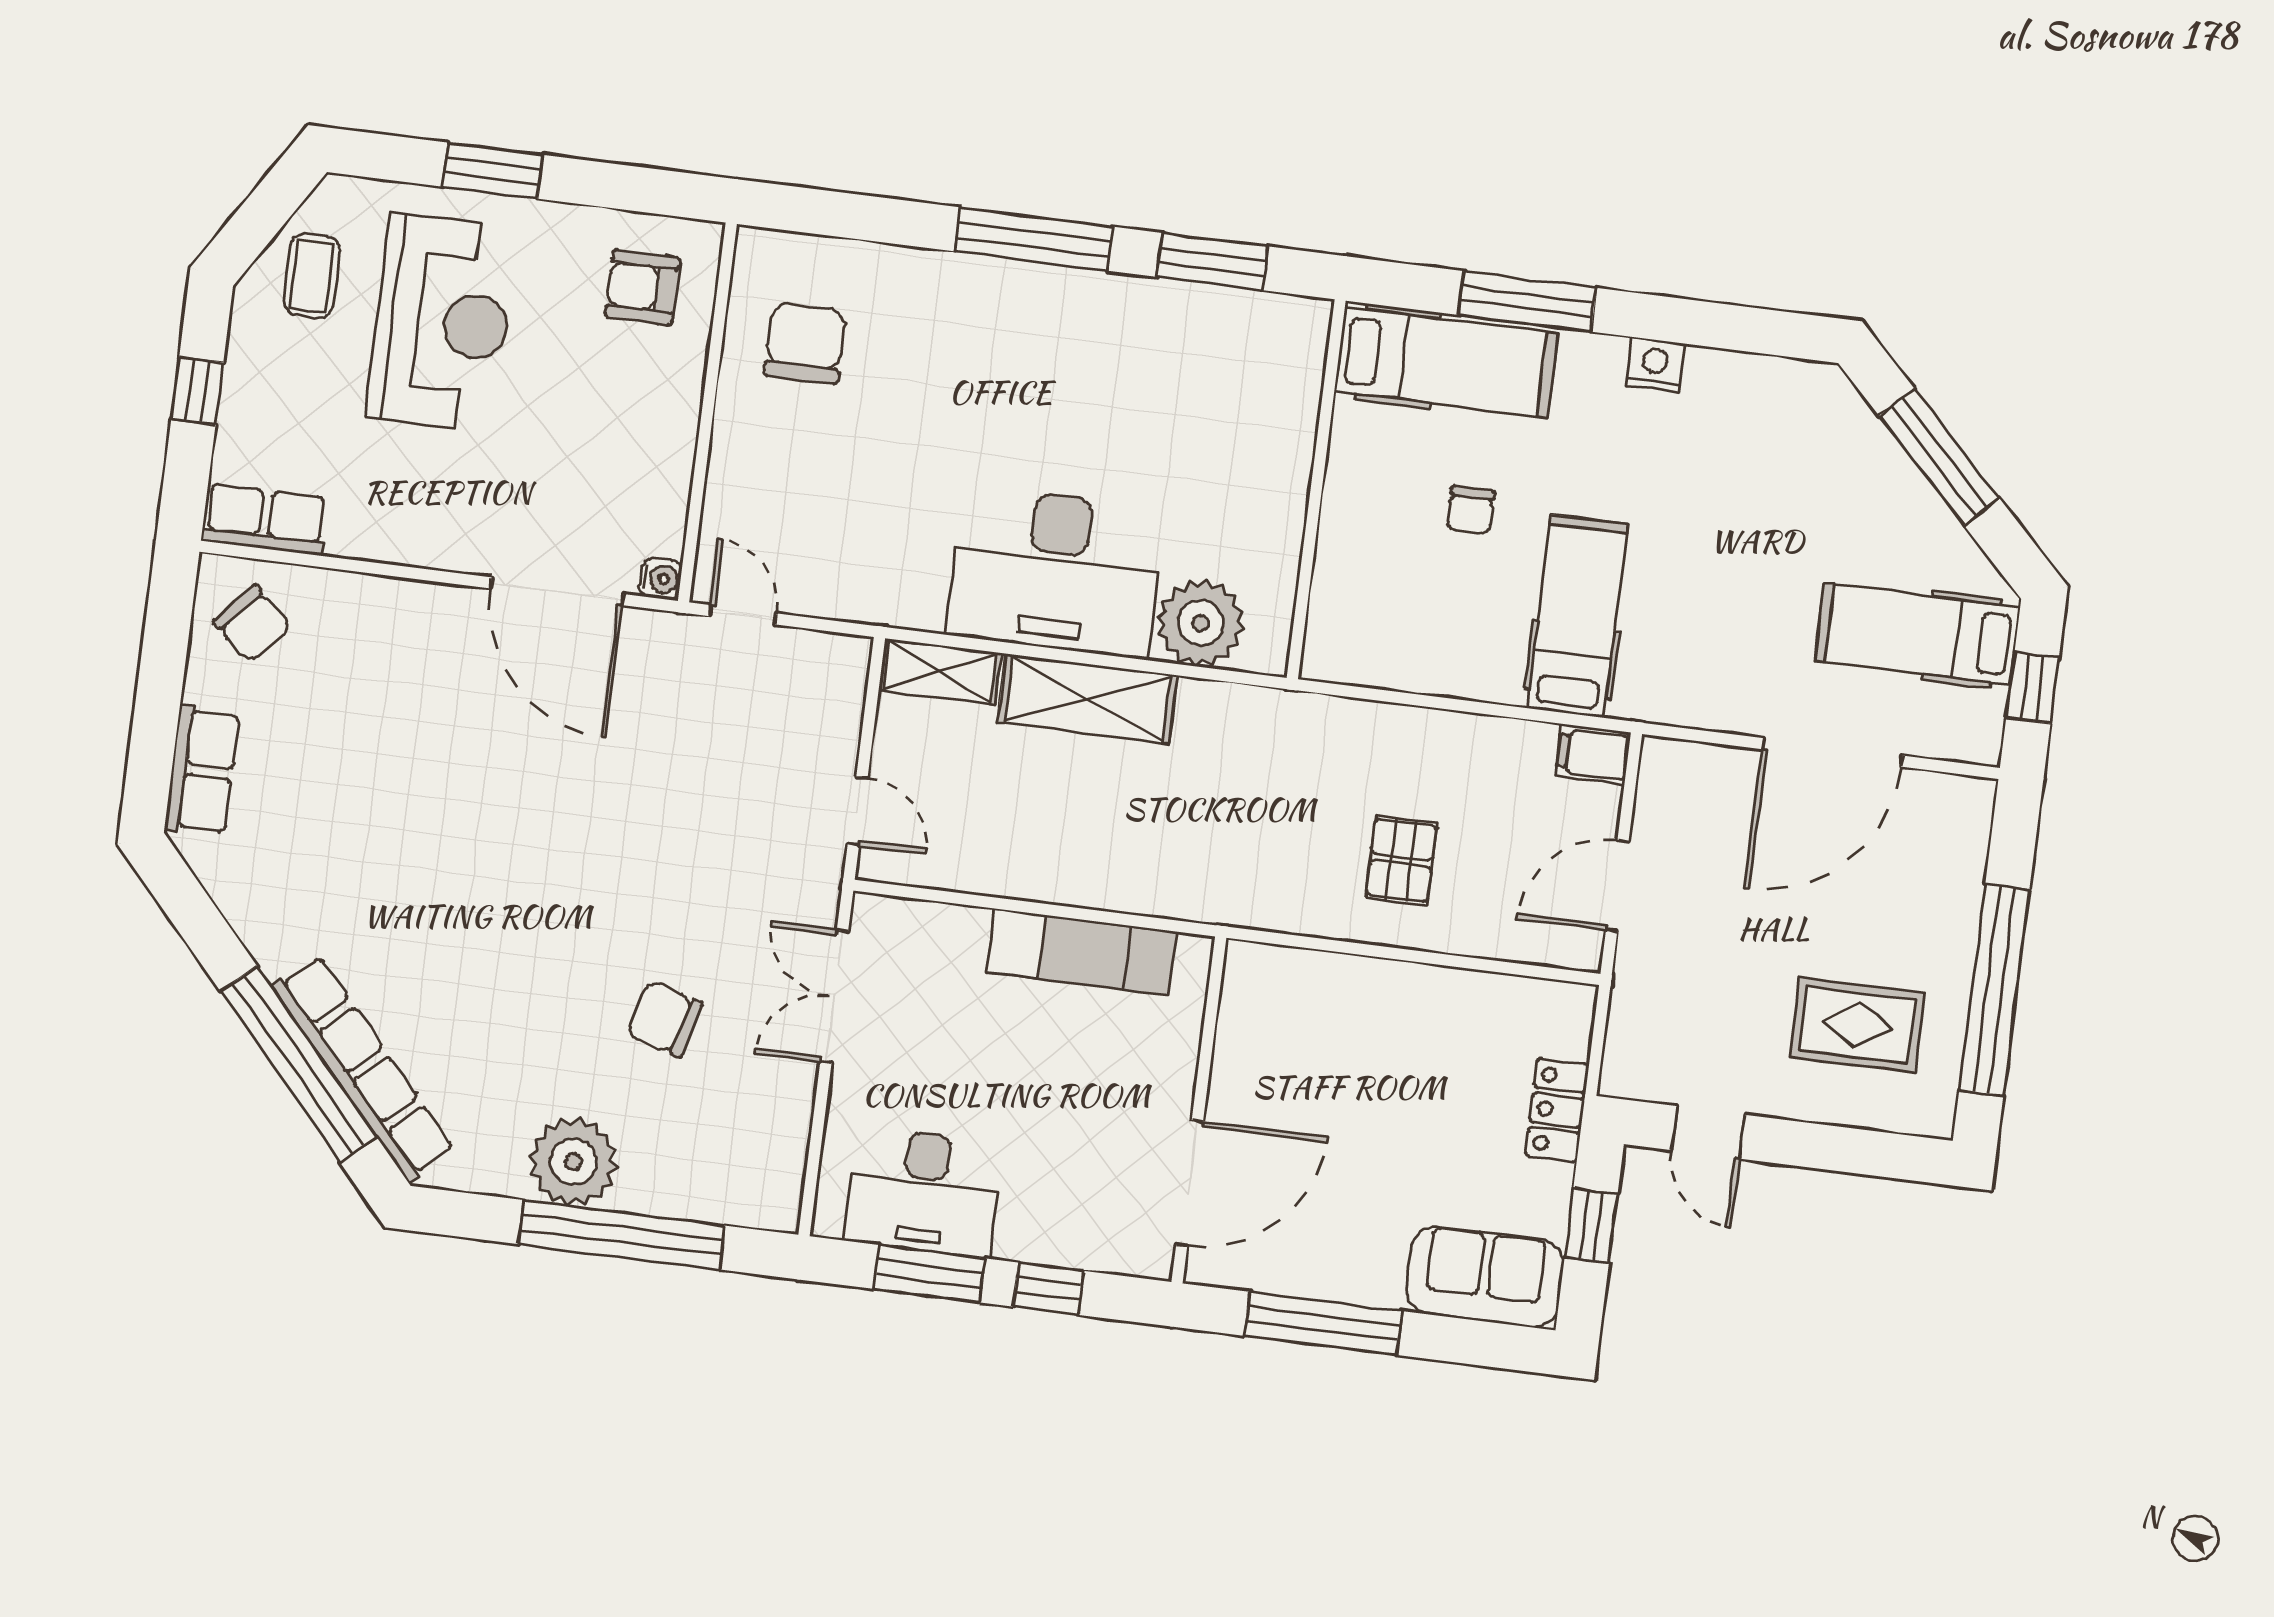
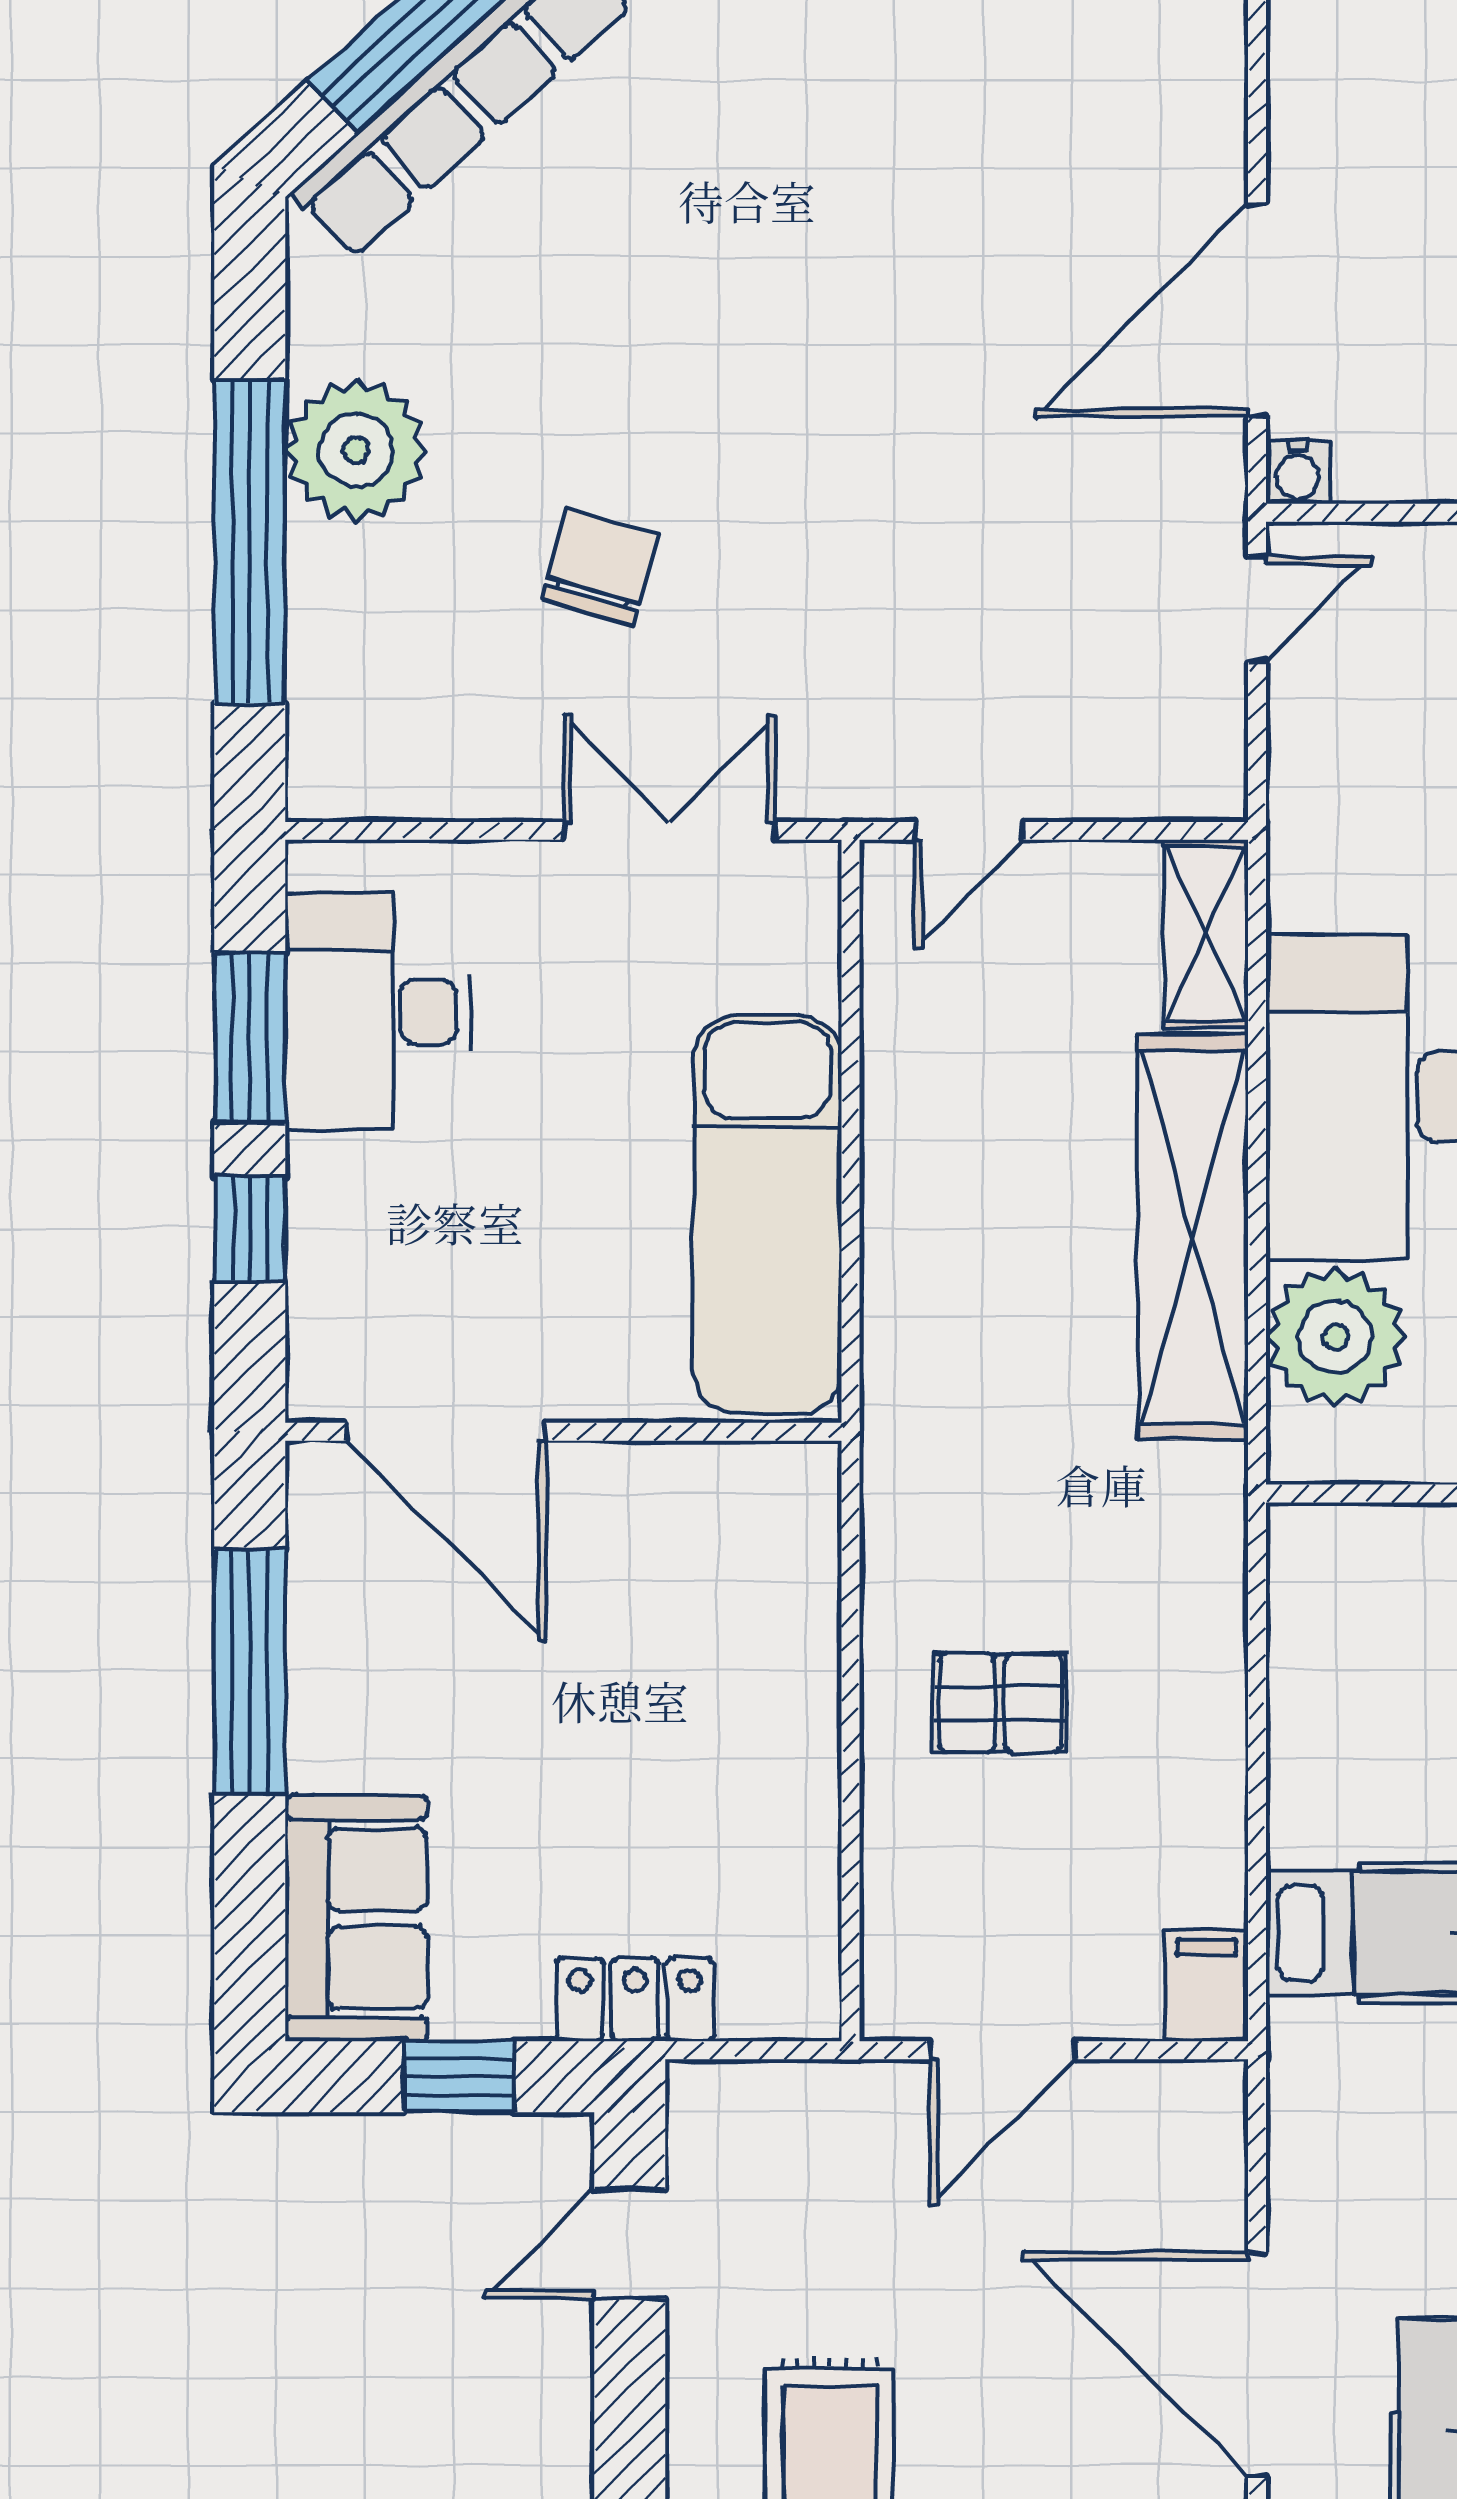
shelving: (1087, 699) -> (1193, 1237), width x1.47
door: (1617, 886) -> (1003, 2050), swing flipped
exam couch: (1082, 952) -> (767, 1214), width x1.36, depth x1.45

